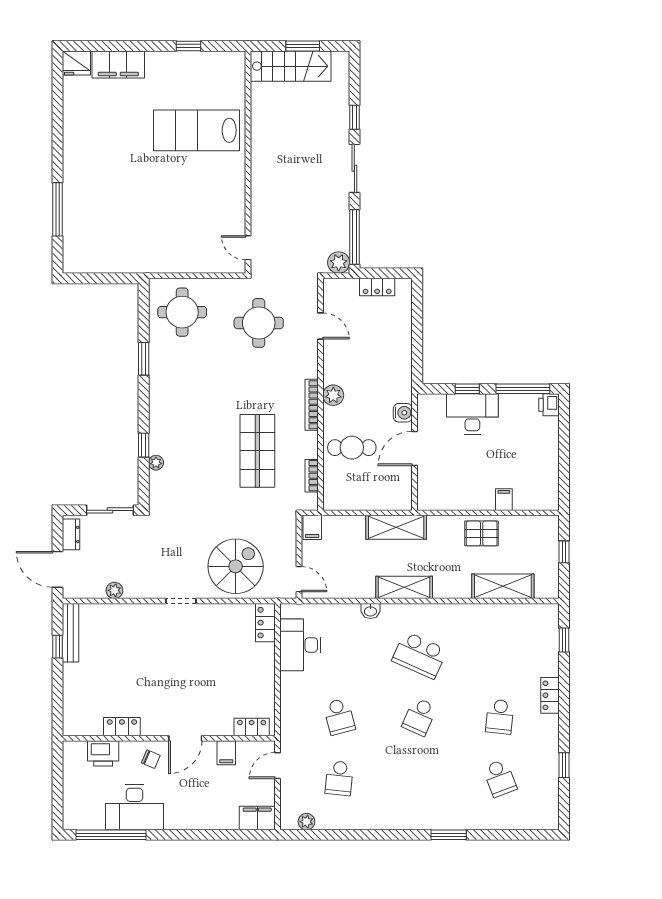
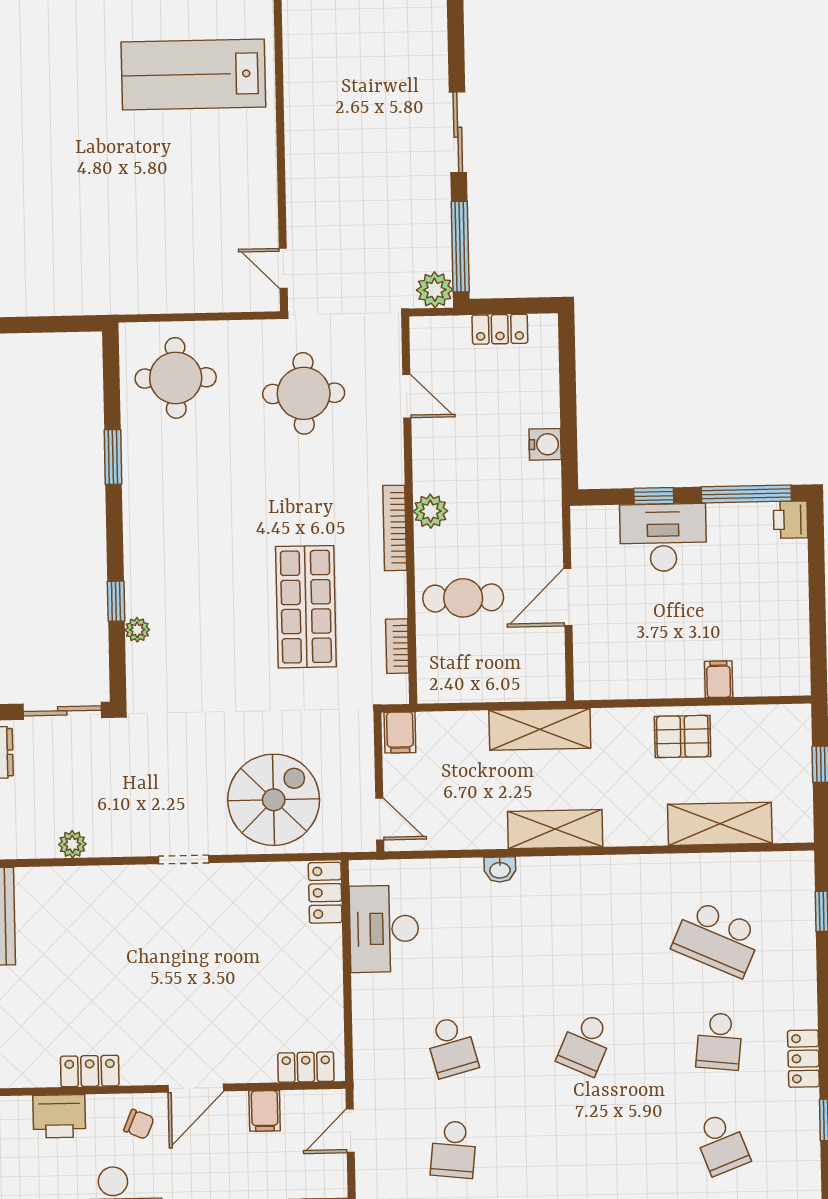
window: (354, 117) -> (456, 47), removed
water cooler: (403, 413) -> (545, 444), moved
school desk: (419, 655) -> (717, 939), moved
locker: (550, 695) -> (803, 1059), moved

